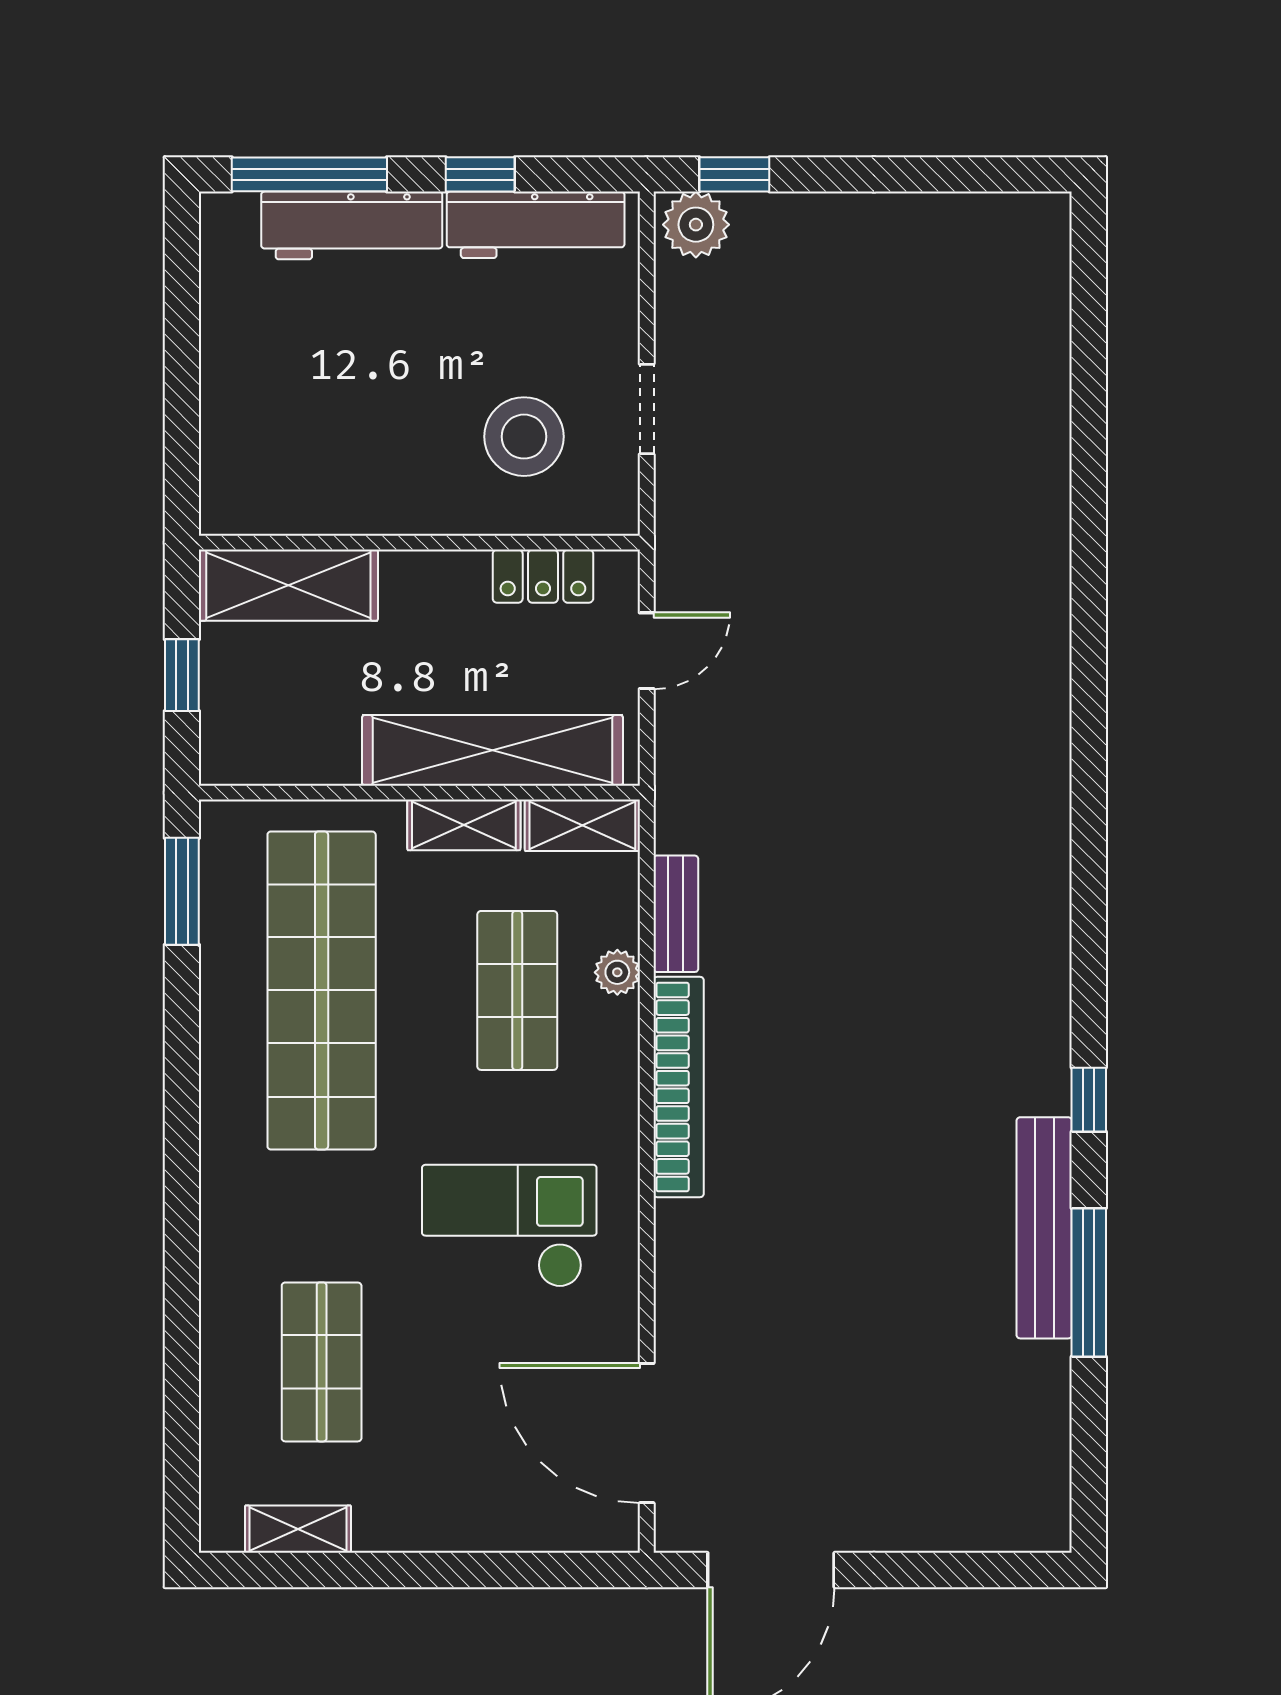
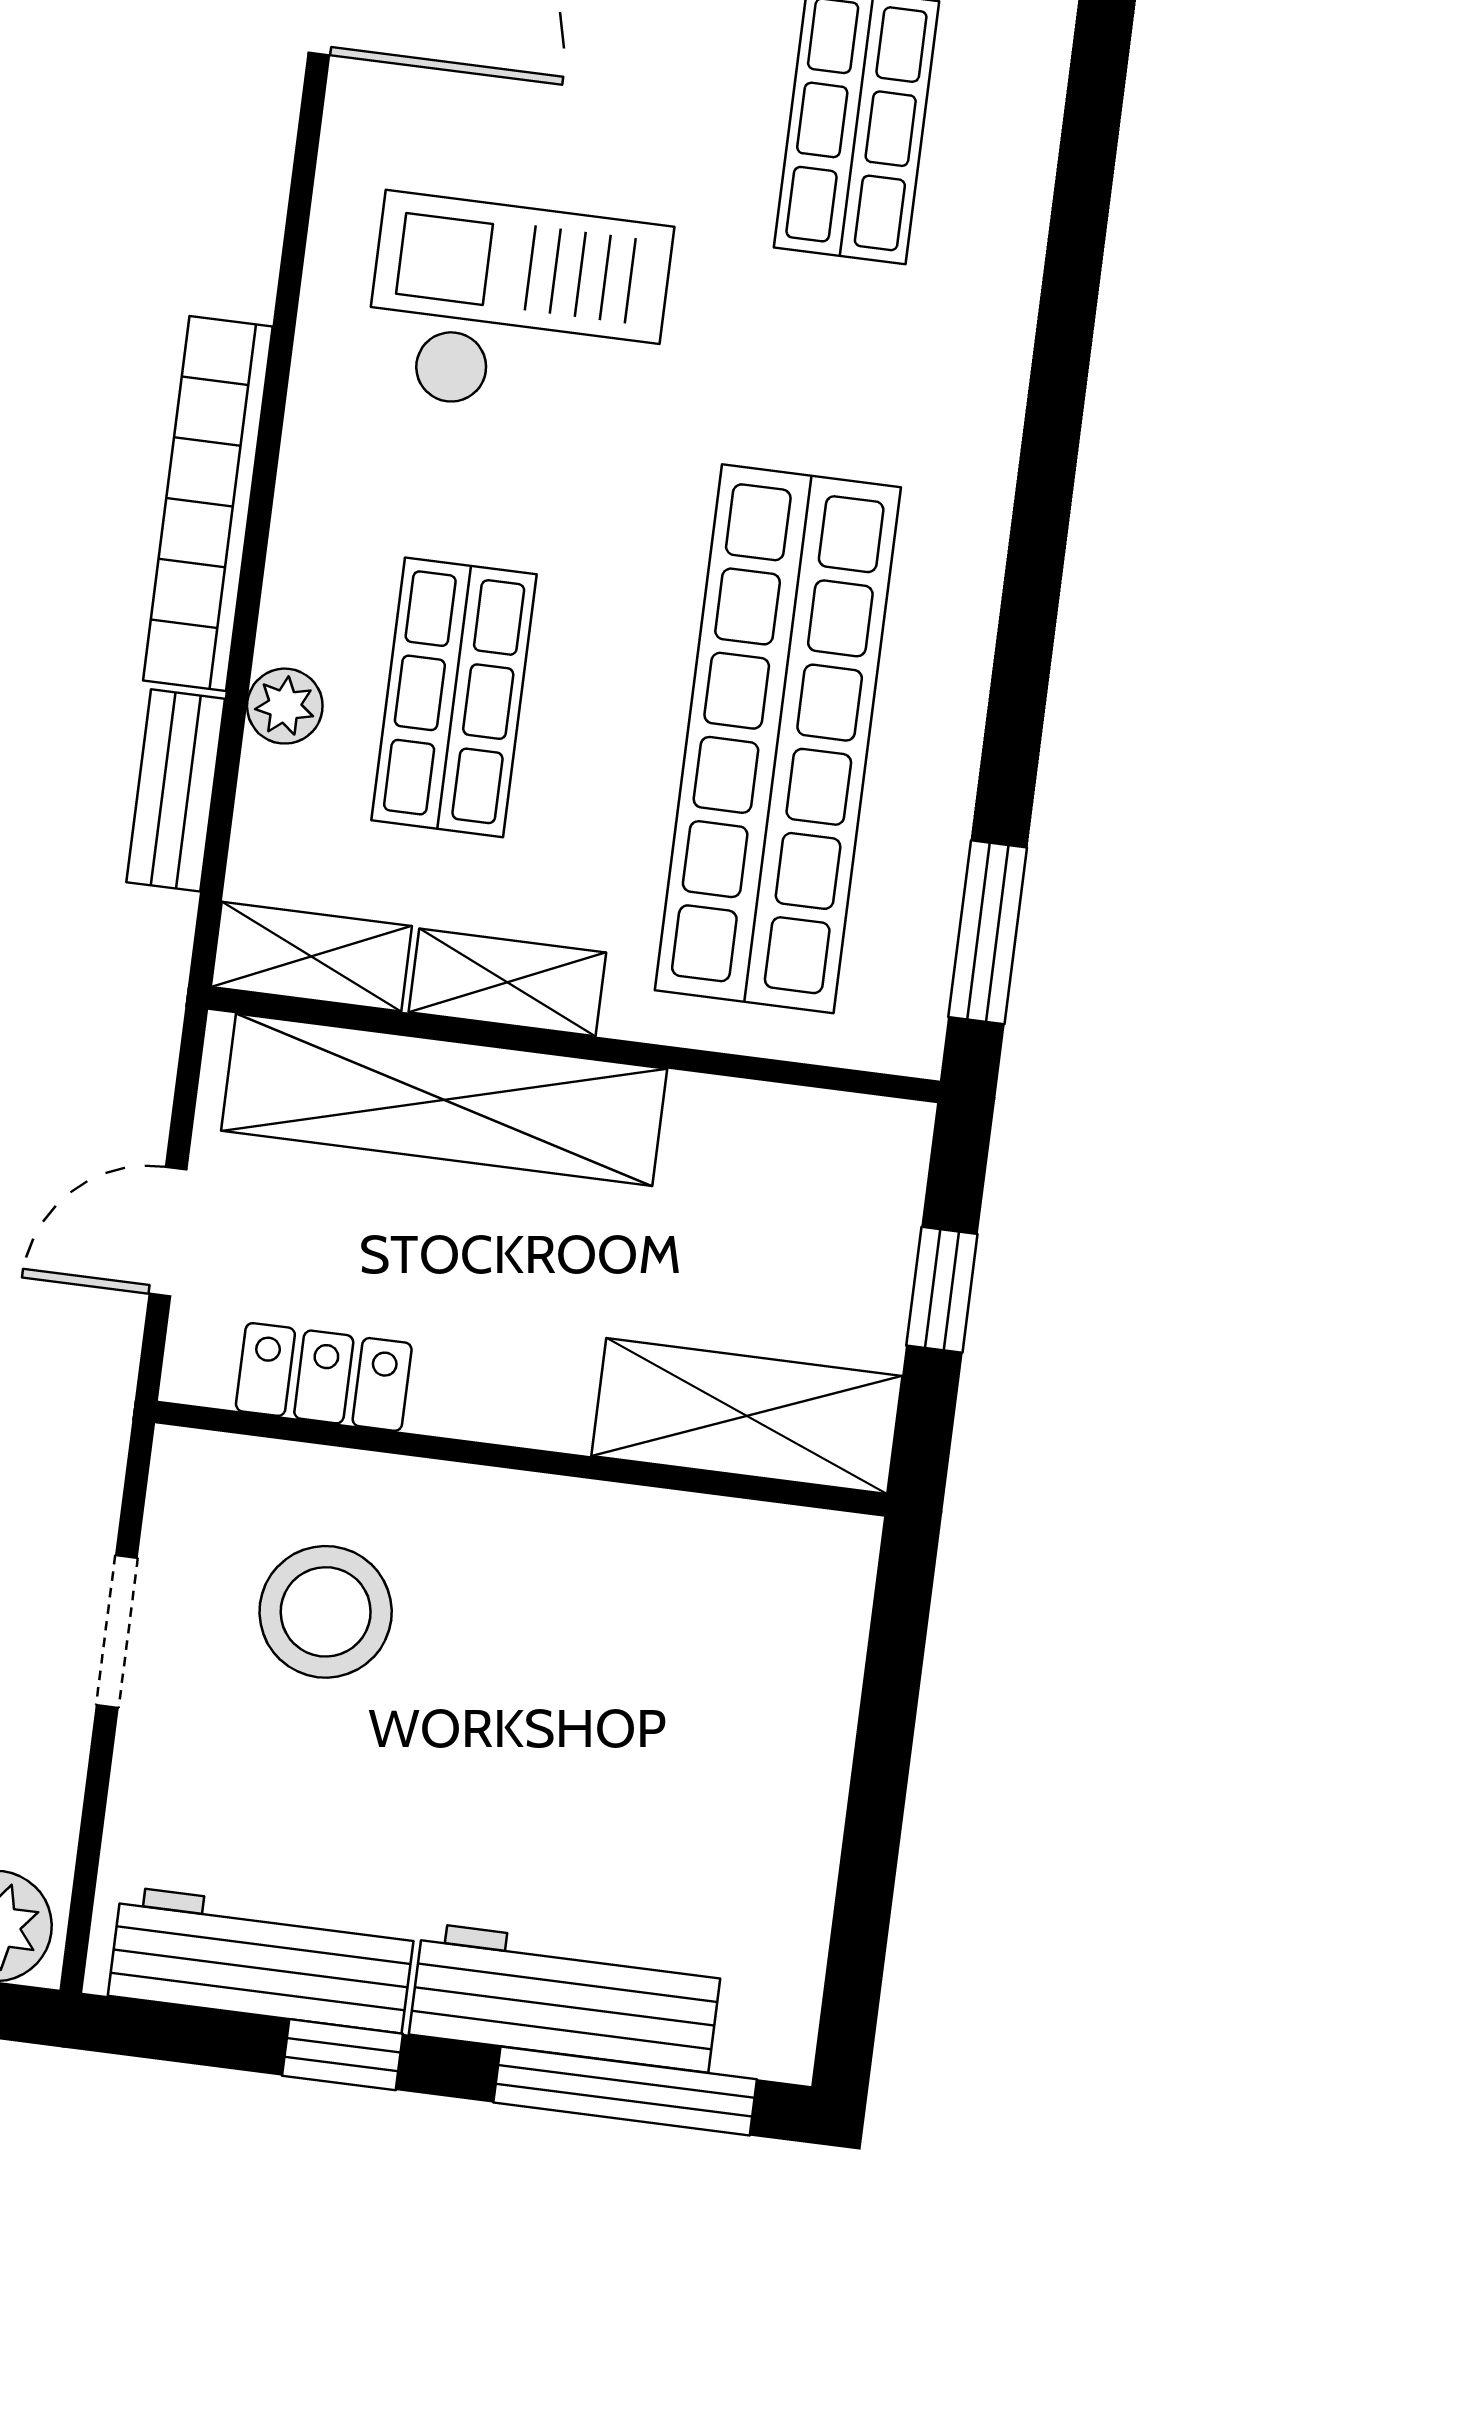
checkout: (509, 1226) -> (517, 309), turned 180

